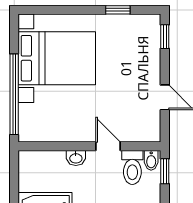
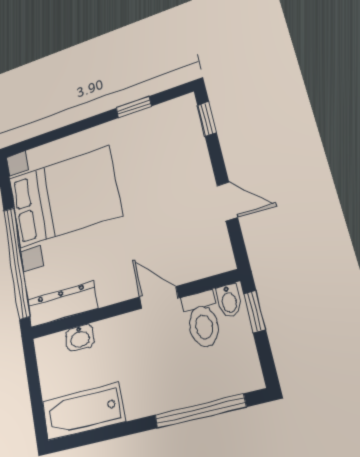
dresser: (43, 133) -> (62, 304), added
washbasin: (76, 158) -> (80, 338), moved

